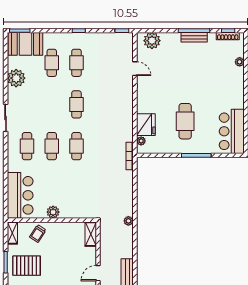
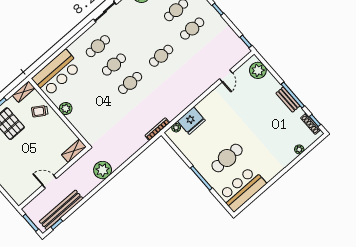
cafe table: (185, 121) -> (227, 158), moved
plant: (128, 221) -> (103, 170), width x1.88, depth x1.88

